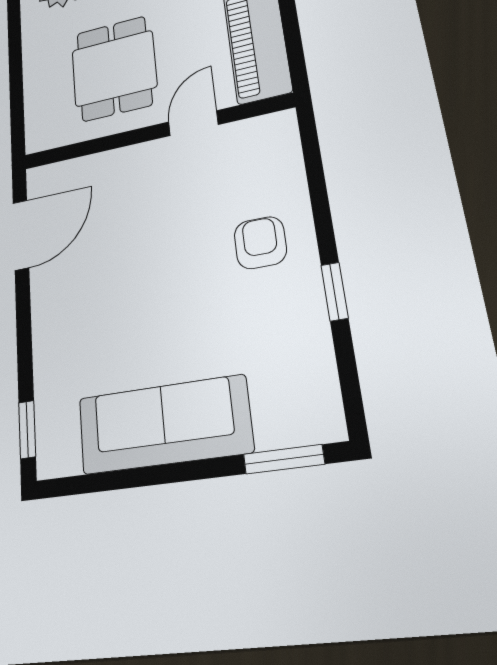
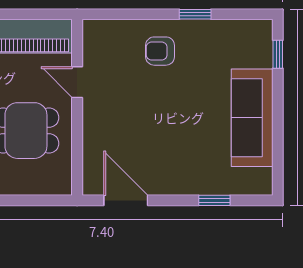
window: (27, 430) -> (214, 200), moved
window: (284, 459) -> (278, 54), width x0.67

